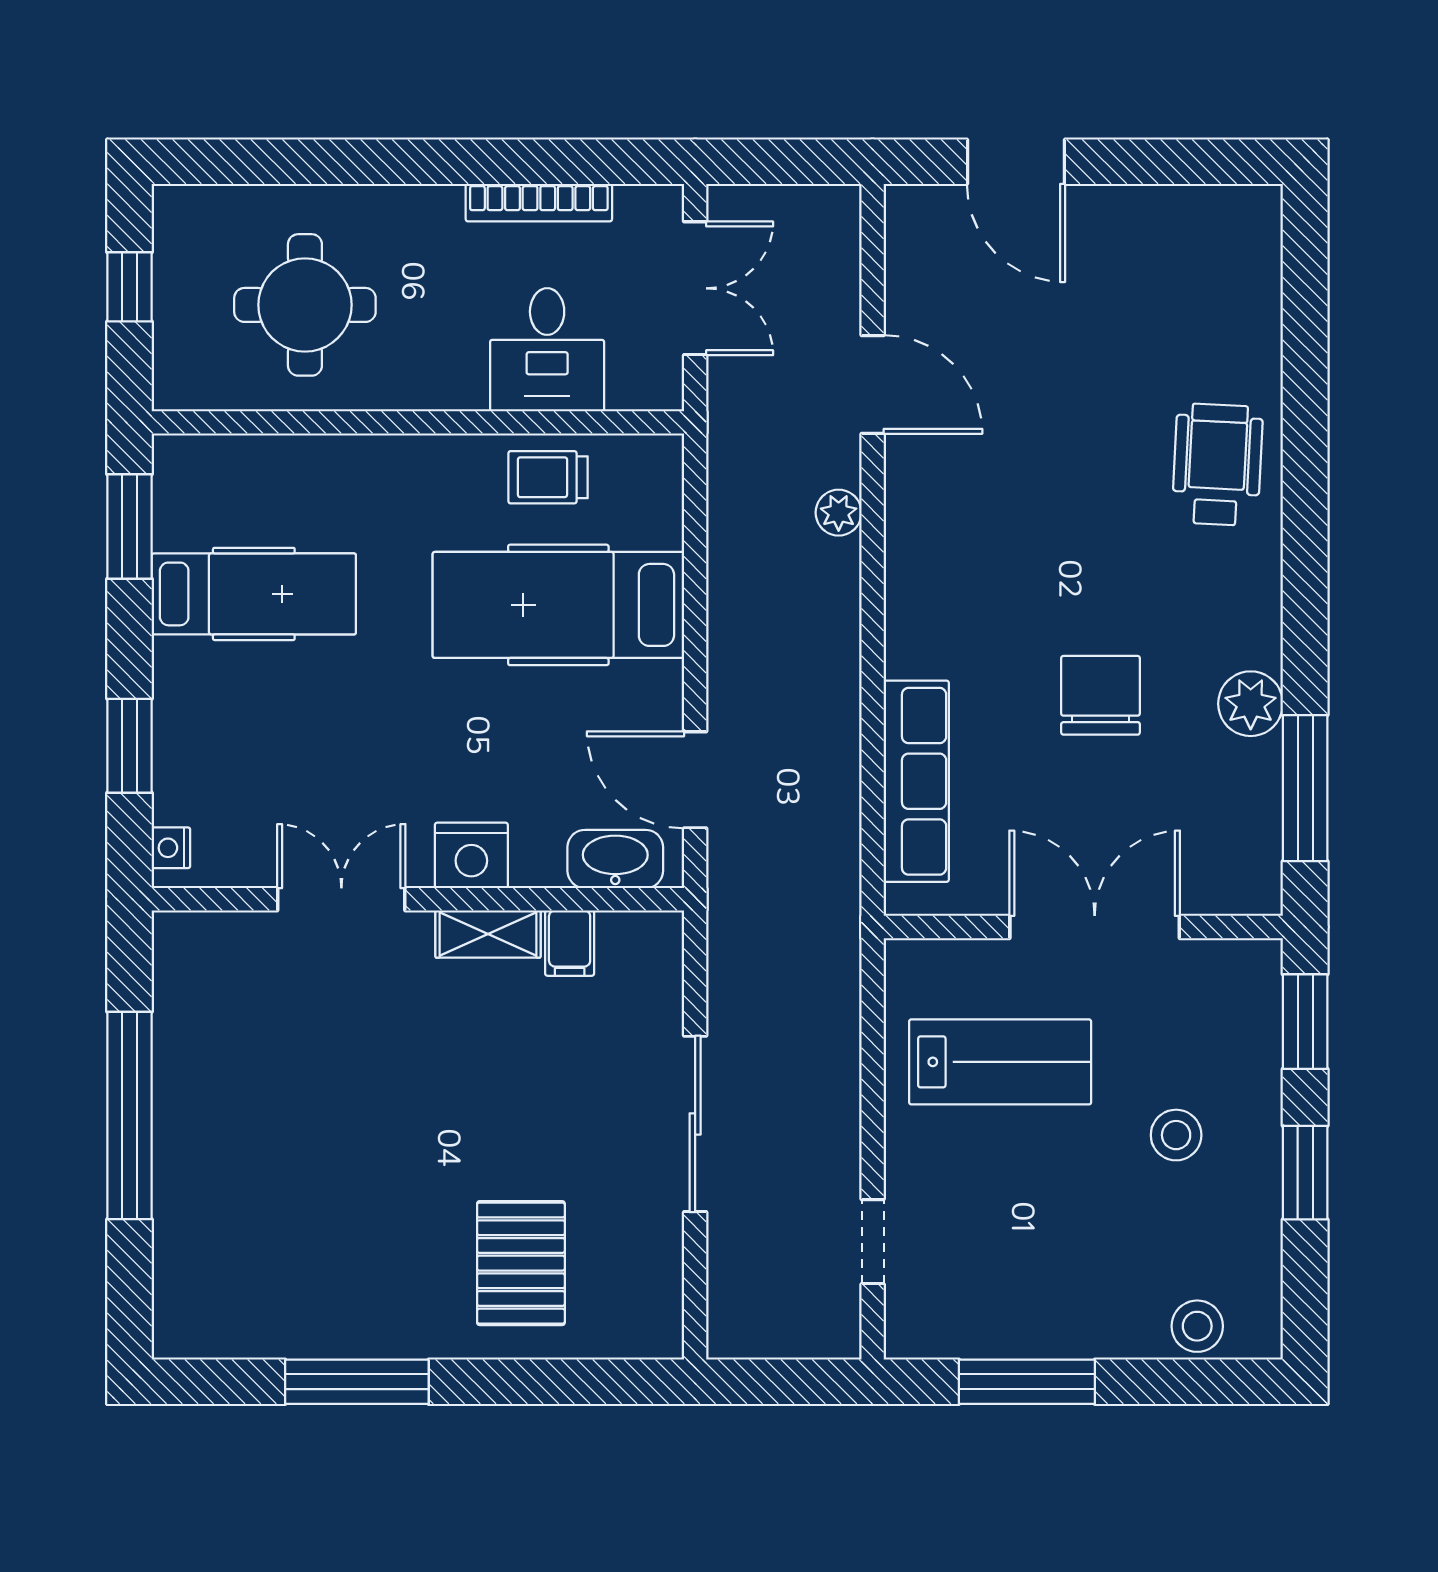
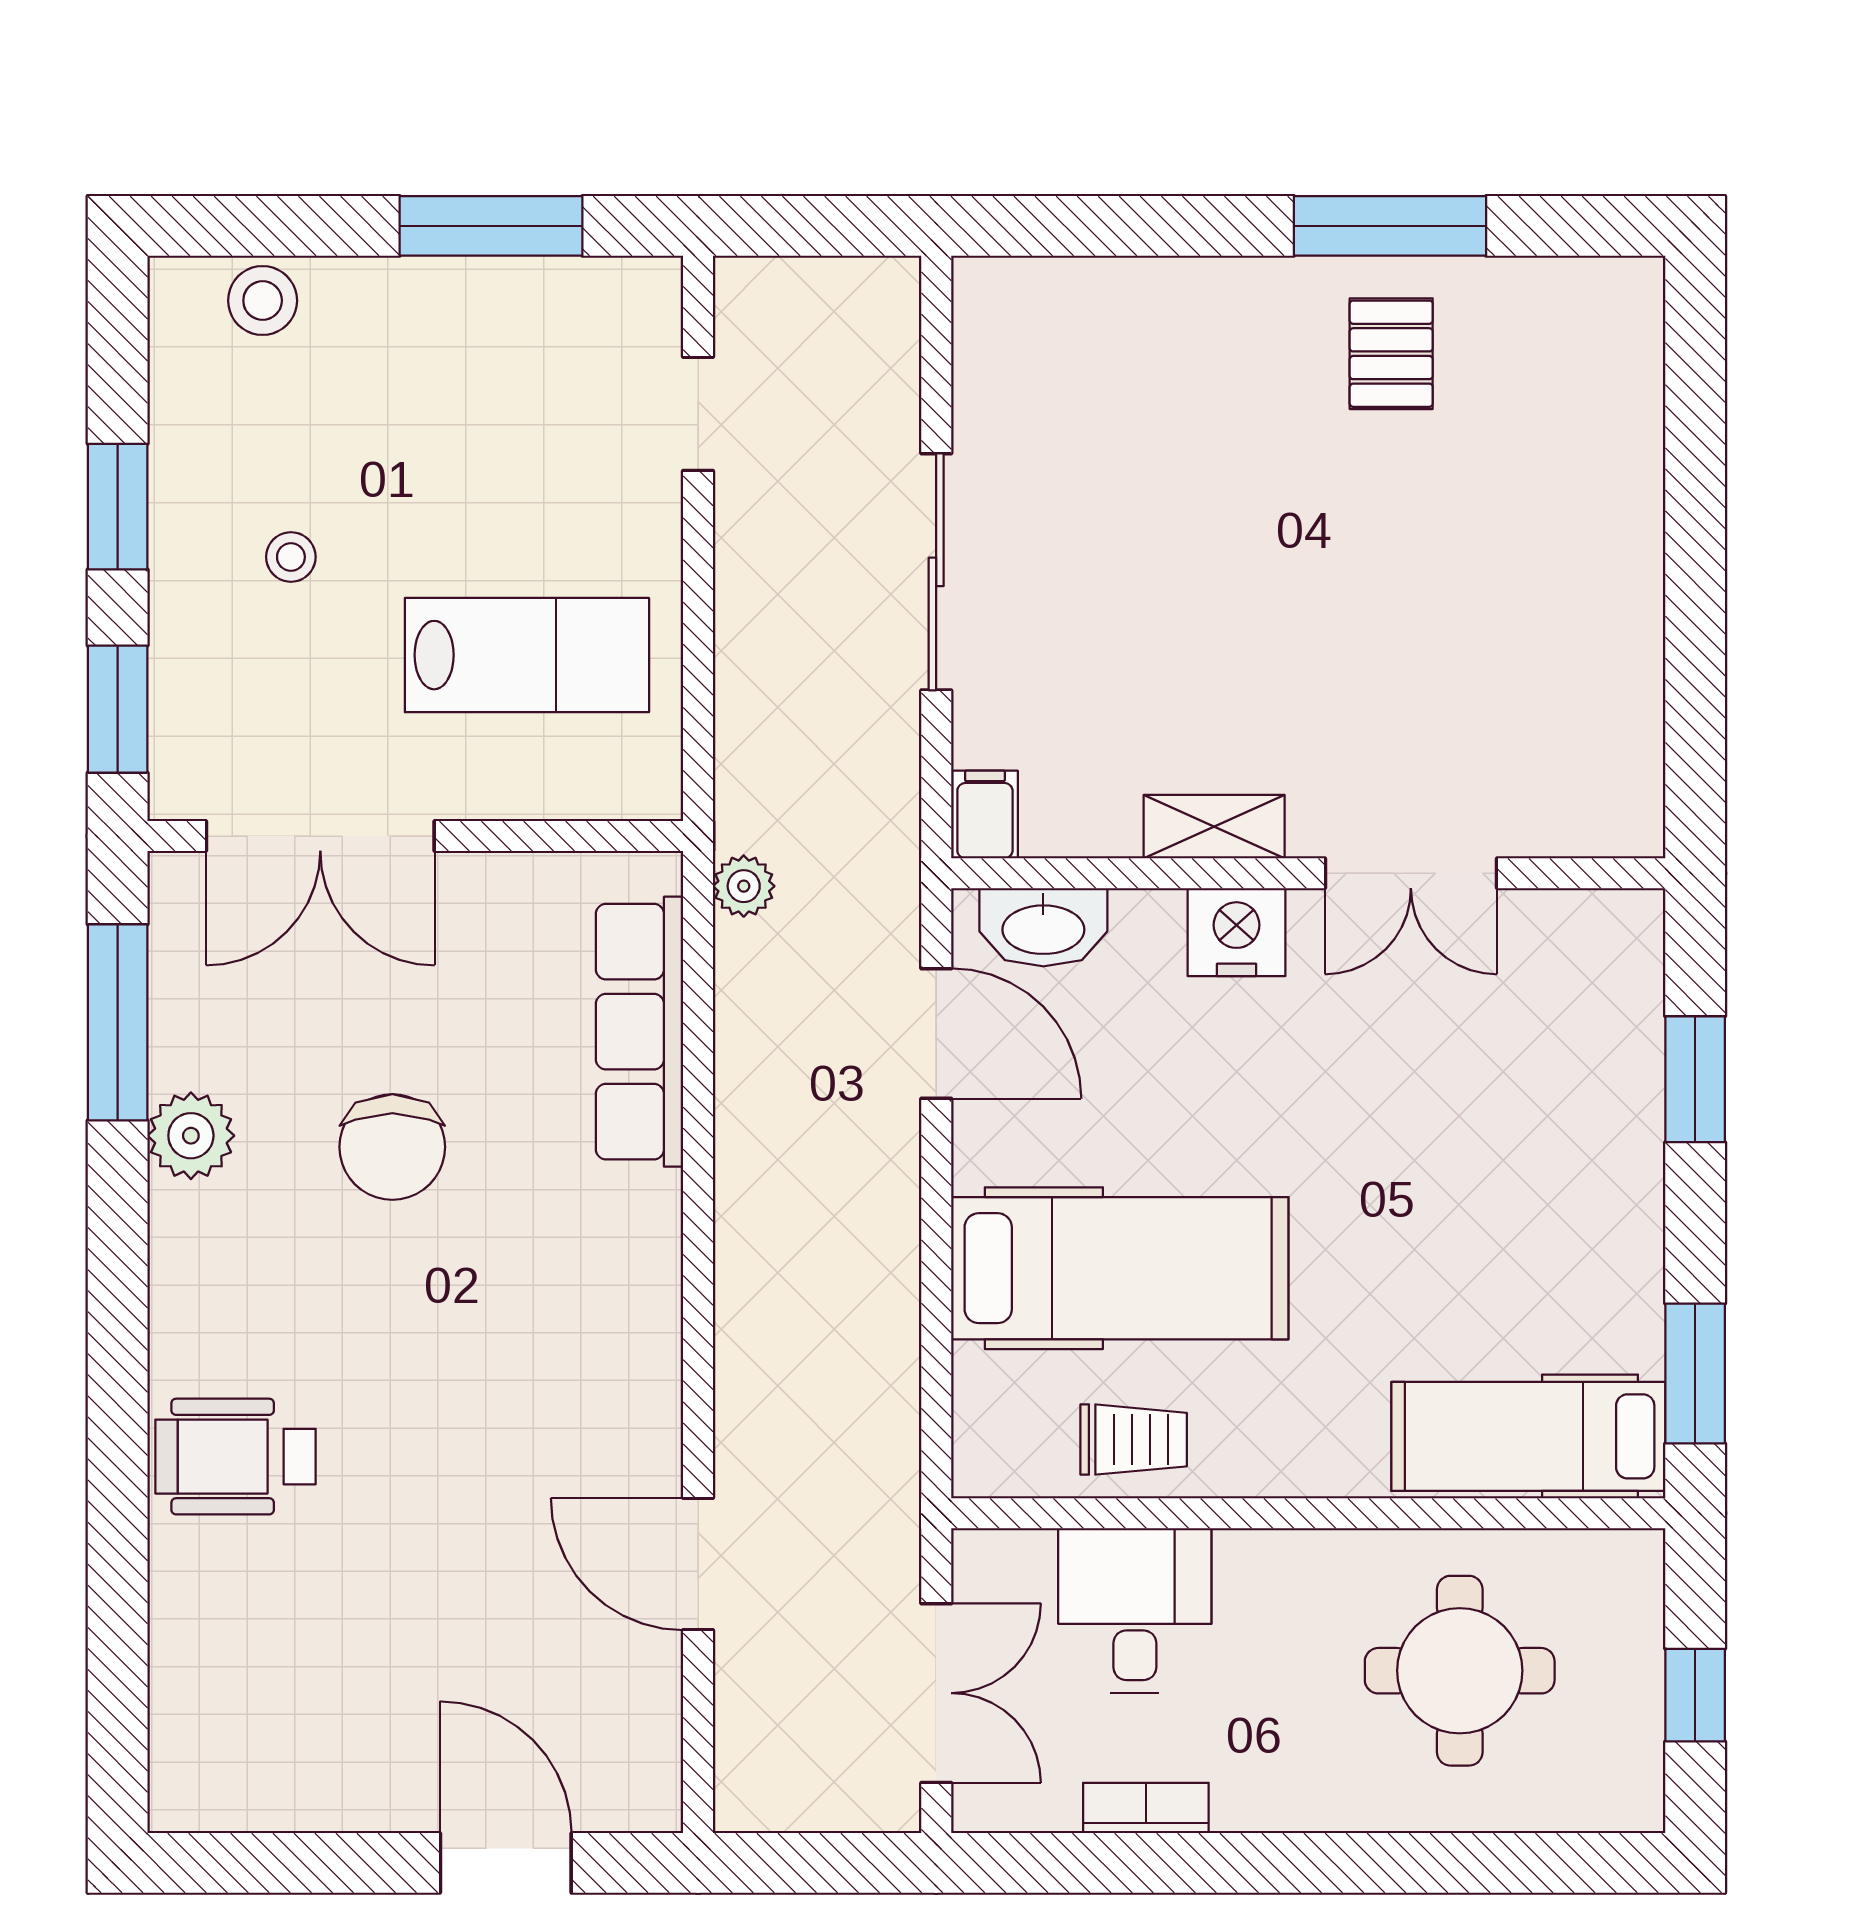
bookcase: (539, 203) -> (1146, 1808), width x0.64
double door: (695, 288) -> (936, 1693), swing flipped
wheelchair: (1217, 465) -> (235, 1457), turned 87
plant: (839, 513) -> (744, 886), moved
hospital bed: (254, 594) -> (1528, 1436), moved
nightstand: (171, 848) -> (1640, 942), removed
double door: (1095, 927) -> (320, 836), moved
filing cabinet: (570, 943) -> (985, 815), moved
lab bench: (1000, 1062) -> (527, 655), turned 180
window: (130, 1115) -> (1695, 583), removed
stool: (1176, 1135) -> (291, 557), width x0.73, depth x0.73
pallet: (521, 1263) -> (1391, 354), moved, width x0.67, depth x0.71

